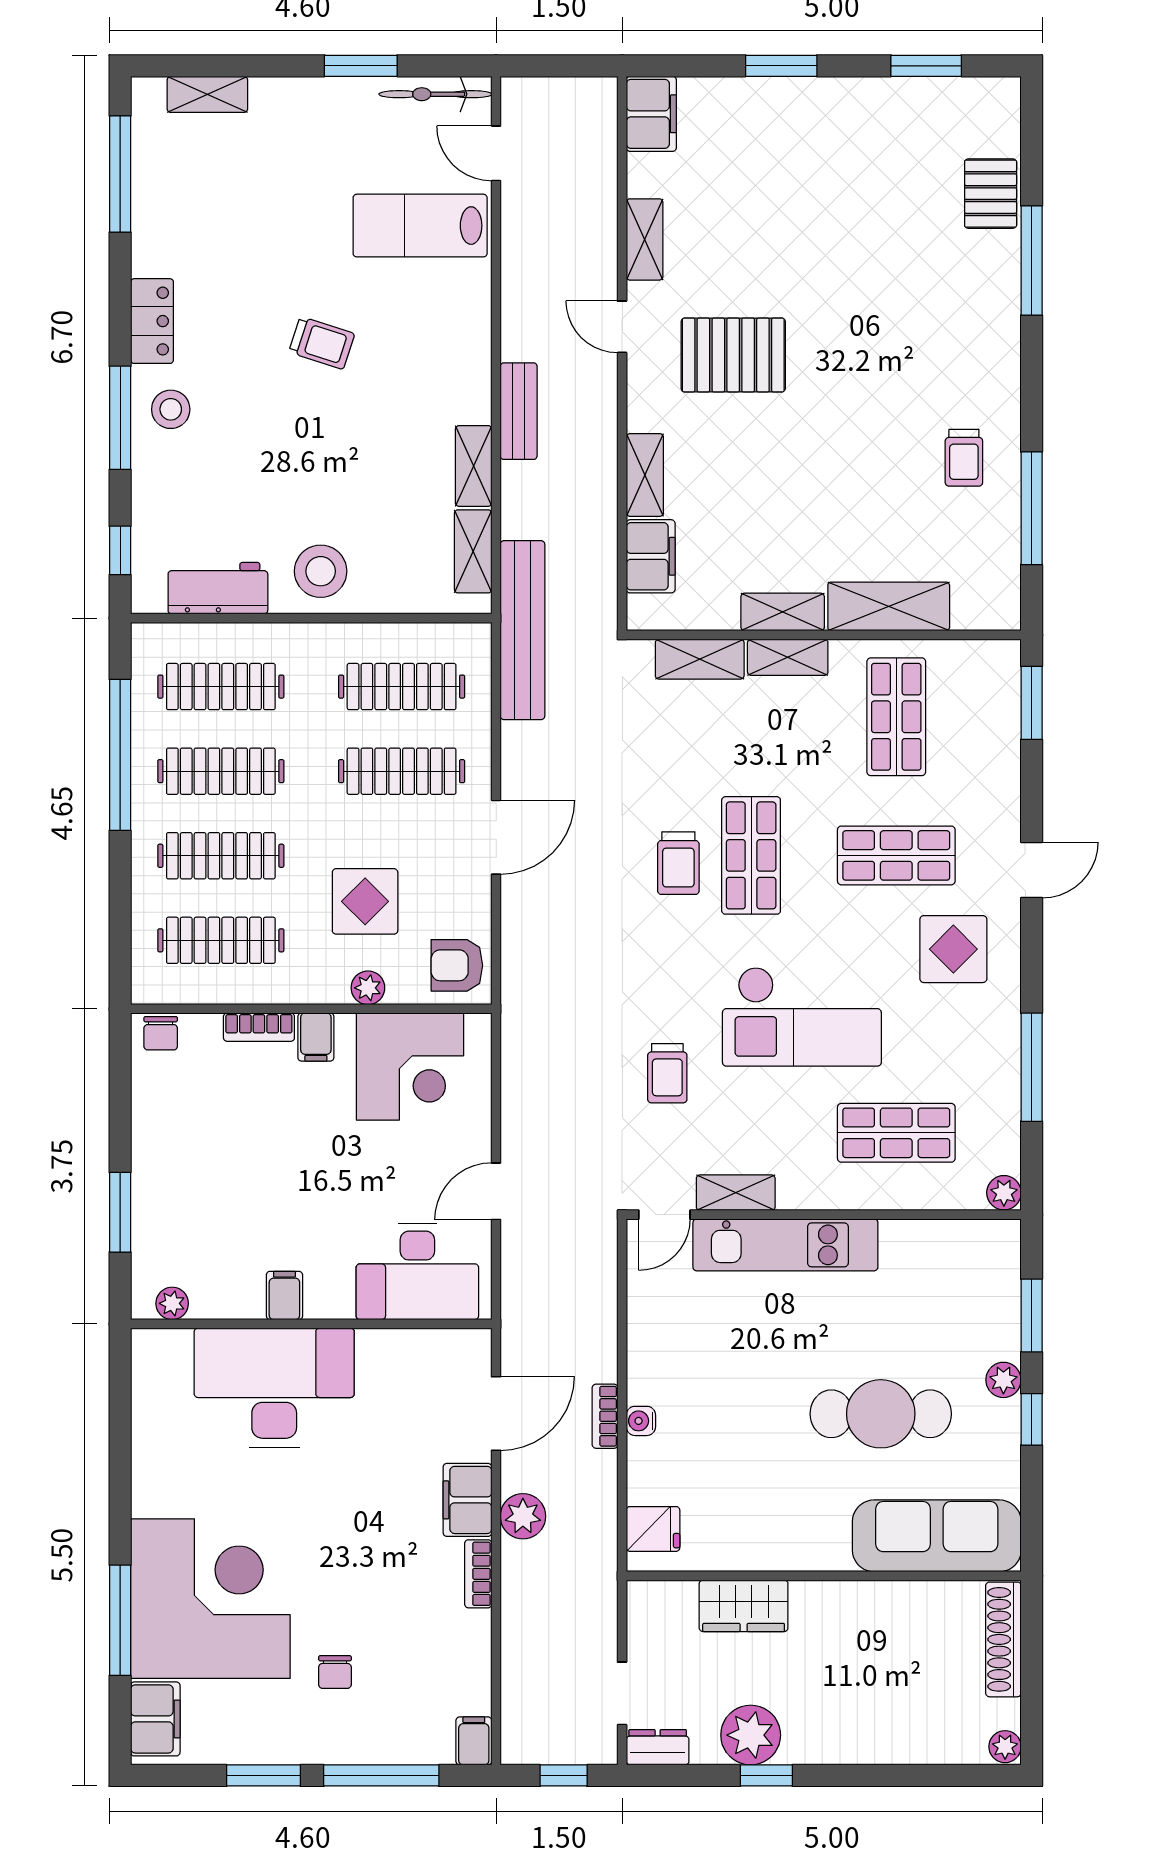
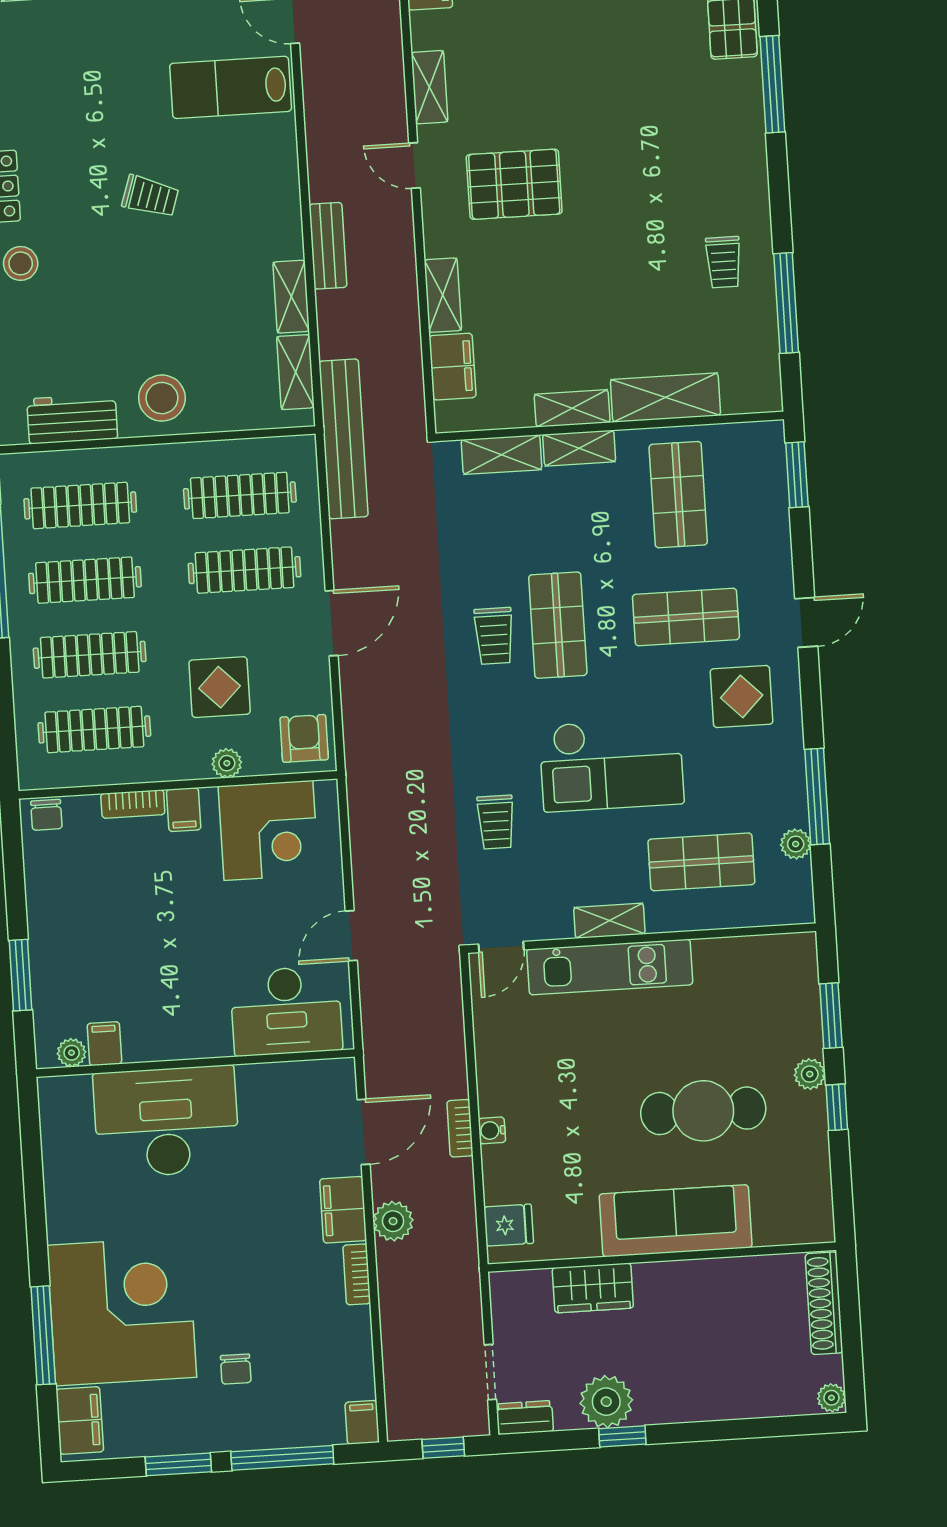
armchair: (457, 965) -> (304, 738), turned 90
shelving: (736, 1193) -> (609, 921), moved
plant: (1004, 1193) -> (796, 844), moved
filing cabinet: (284, 1295) -> (104, 1044), moved
sofa: (937, 1536) -> (676, 1221), moved

